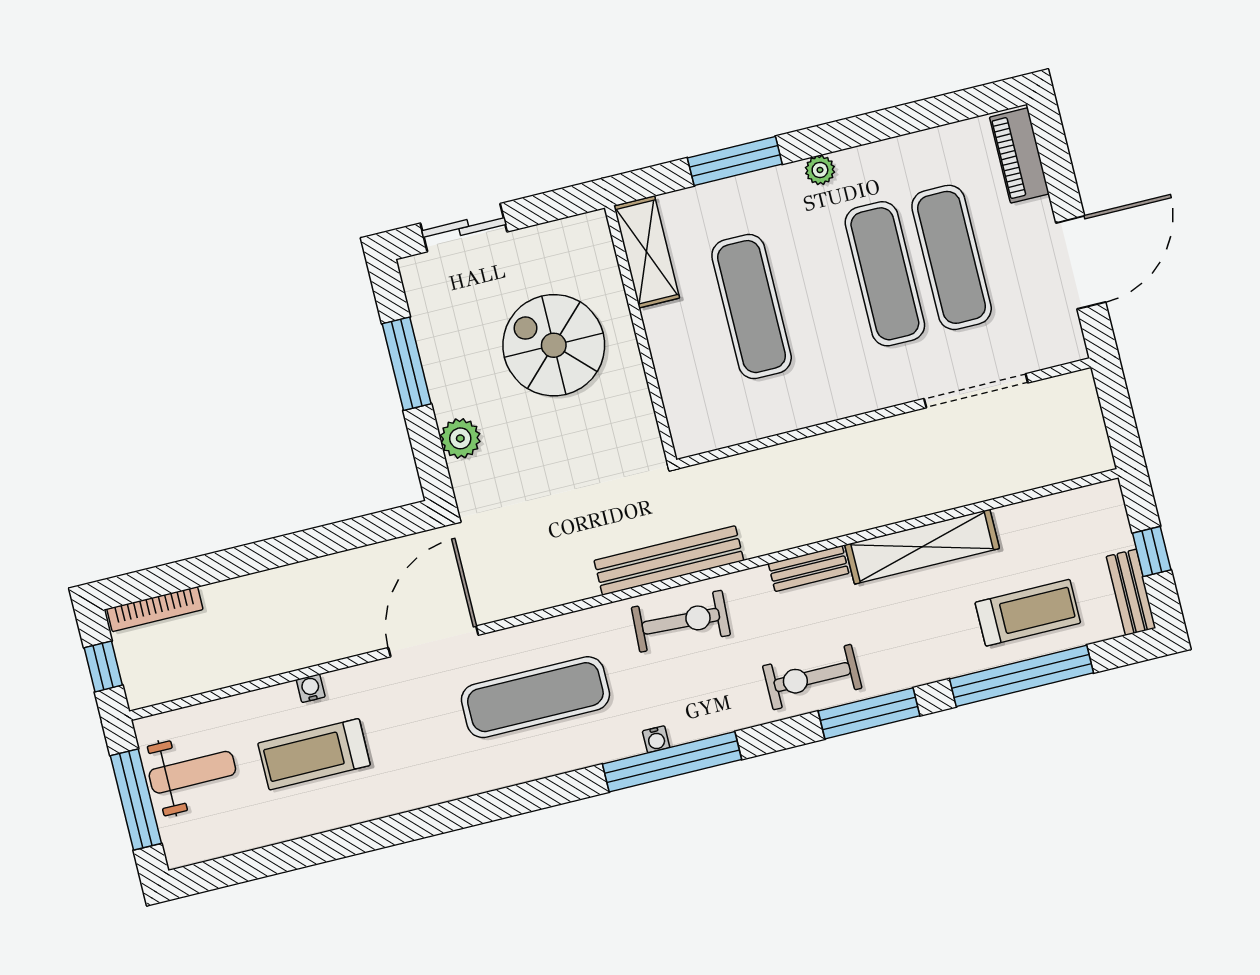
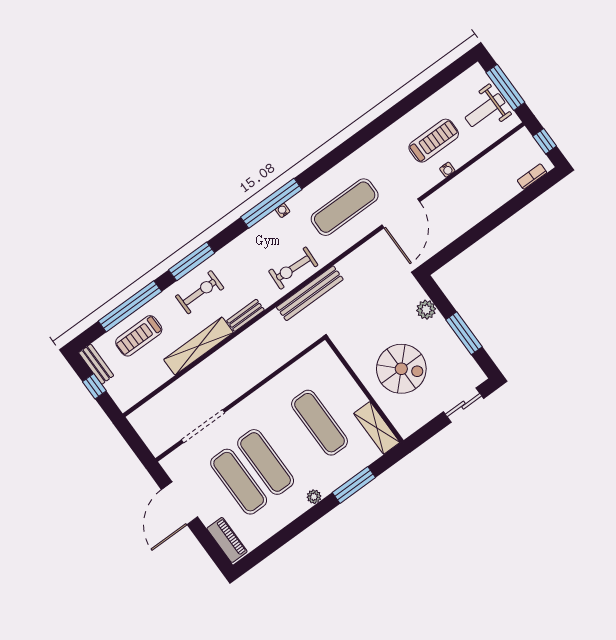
bookcase: (155, 609) -> (532, 177), width x0.64
exercise bike: (812, 677) -> (200, 292), moved

